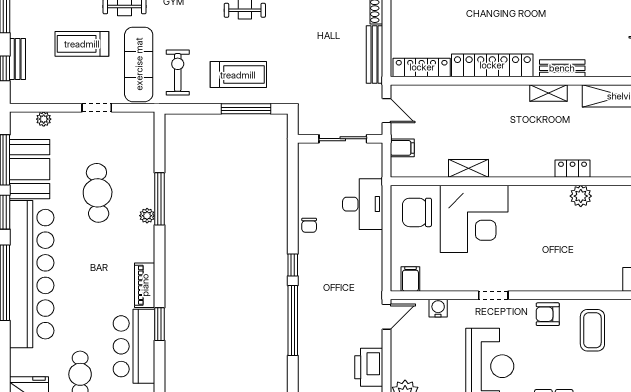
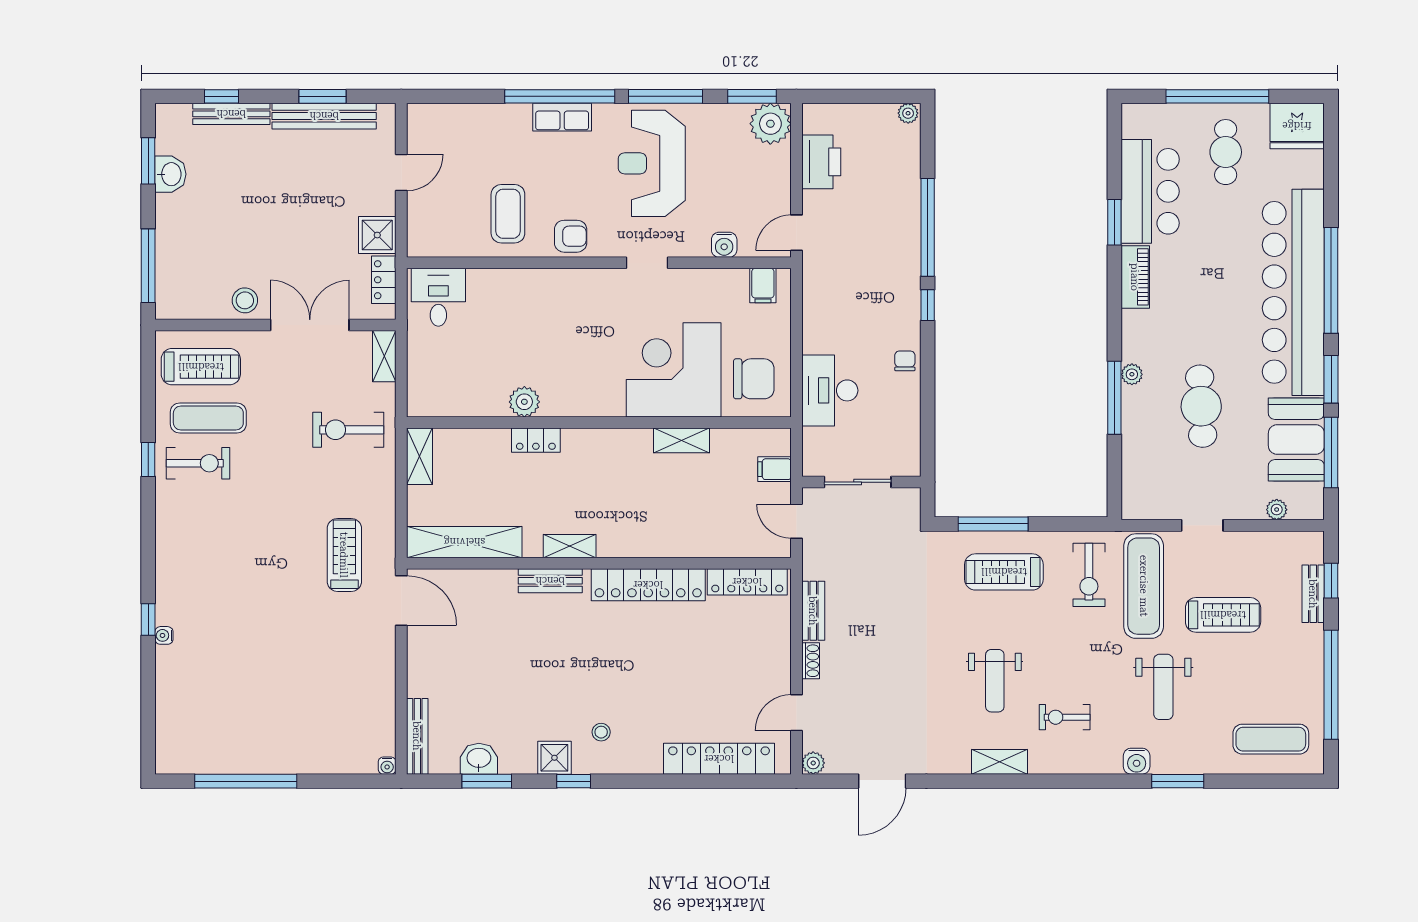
bench: (375, 55) -> (813, 611), width x0.73

